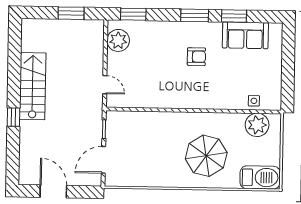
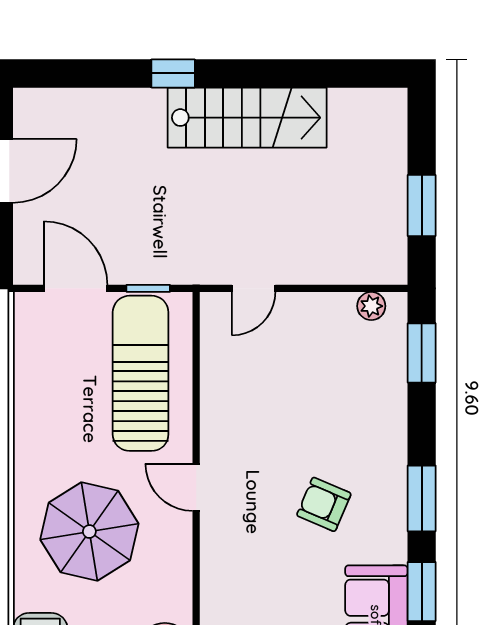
plant: (118, 40) -> (371, 306), width x0.53, depth x0.53
armchair: (196, 57) -> (324, 504), turned 113
door: (188, 110) -> (196, 487), added
sun lounger: (140, 133) -> (141, 373), added

